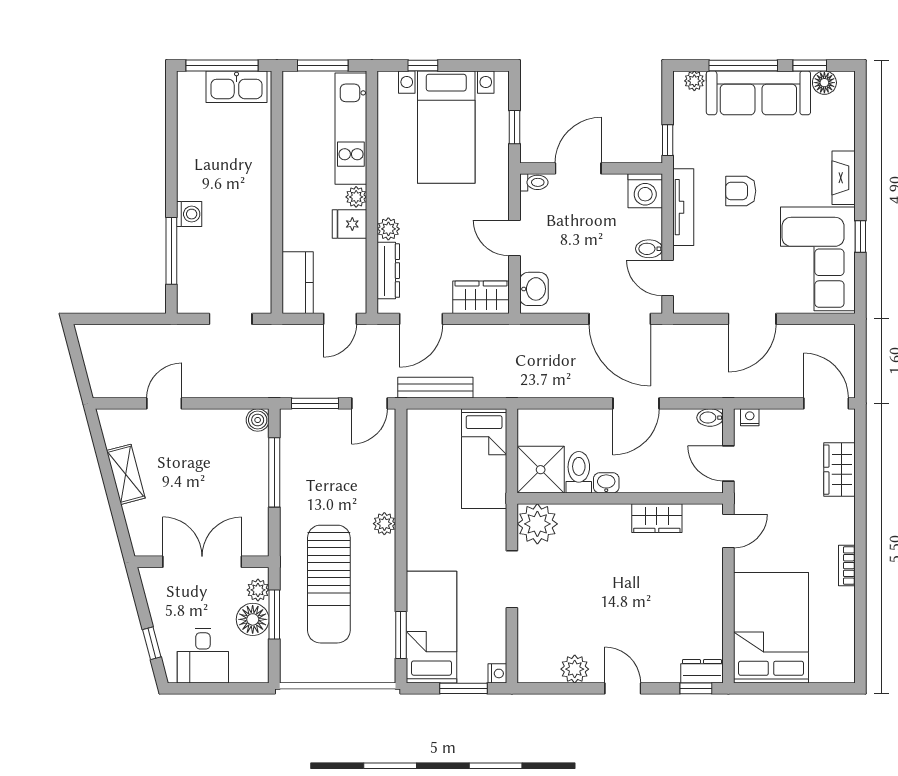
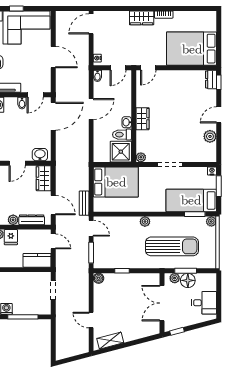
bench: (435, 388) -> (84, 203), width x0.73
door: (636, 403) -> (91, 109), hinge flipped
bed: (484, 459) -> (116, 182), width x1.50
wardrobe: (839, 470) -> (142, 18), moved
window: (274, 472) -> (122, 271), width x0.46
shelving: (126, 474) -> (110, 341), moved
wardrobe: (657, 518) -> (142, 119), moved
plant: (537, 524) -> (141, 157), width x0.53, depth x0.53
door: (728, 531) -> (148, 68), swing flipped
window: (152, 643) -> (177, 331), moved
plant: (385, 672) -> (211, 221), added

